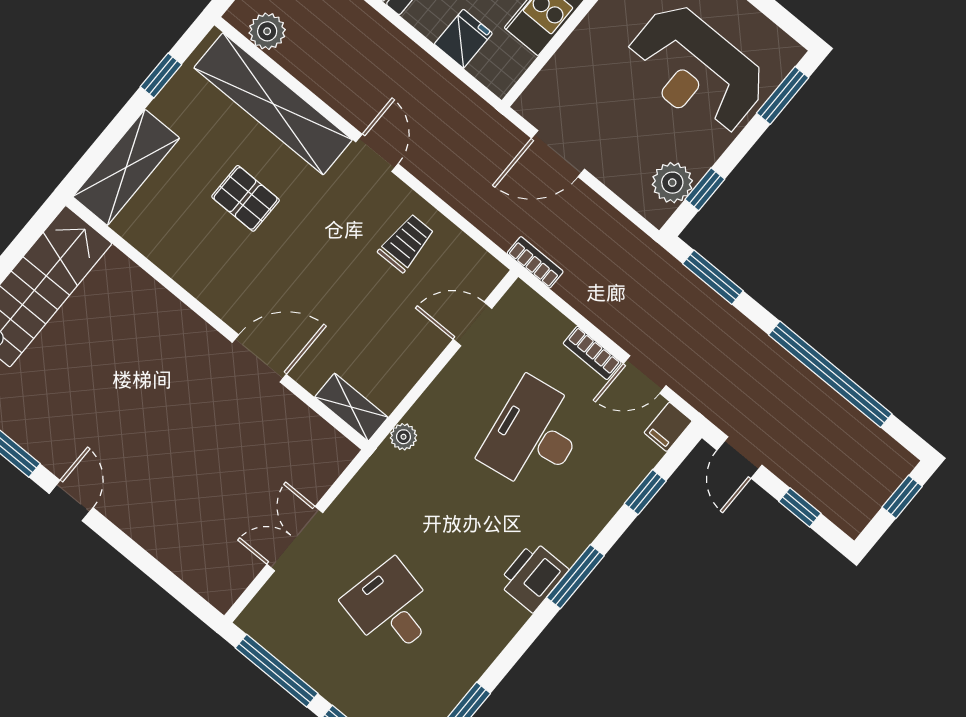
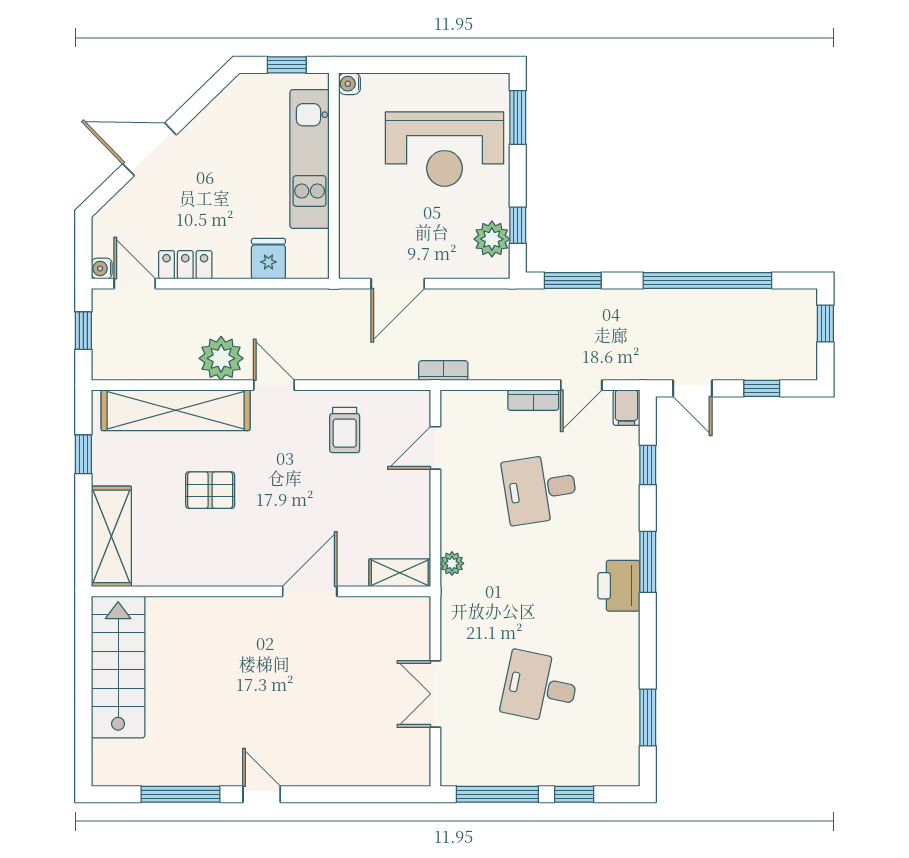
plant: (267, 31) -> (221, 358), moved, width x1.36, depth x1.36
trolley: (406, 243) -> (345, 430), turned 180
desk: (534, 435) -> (540, 489), width x0.73

